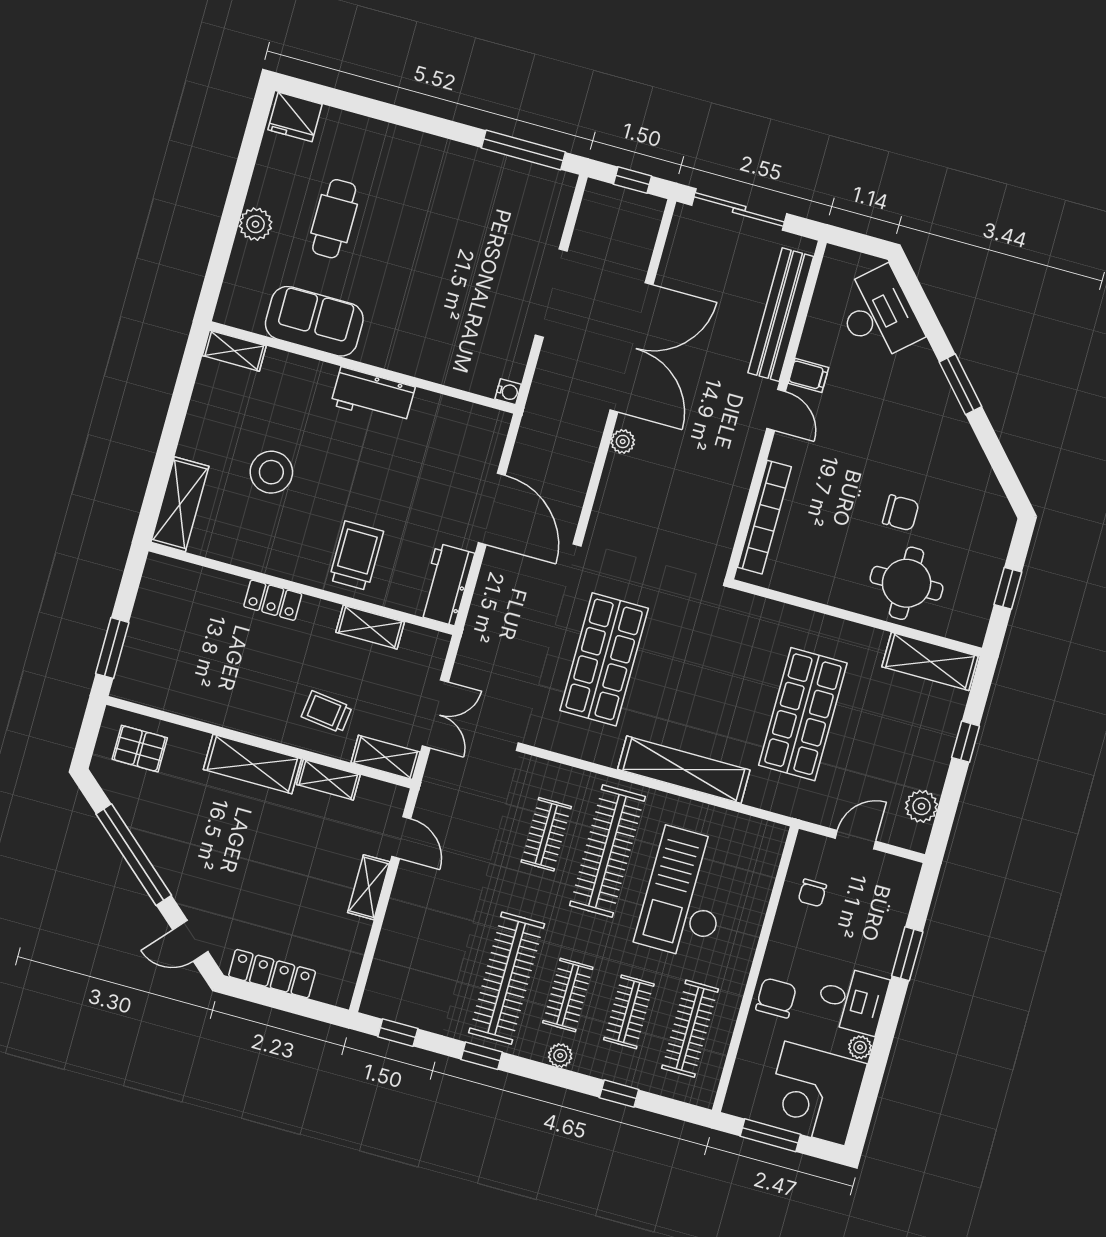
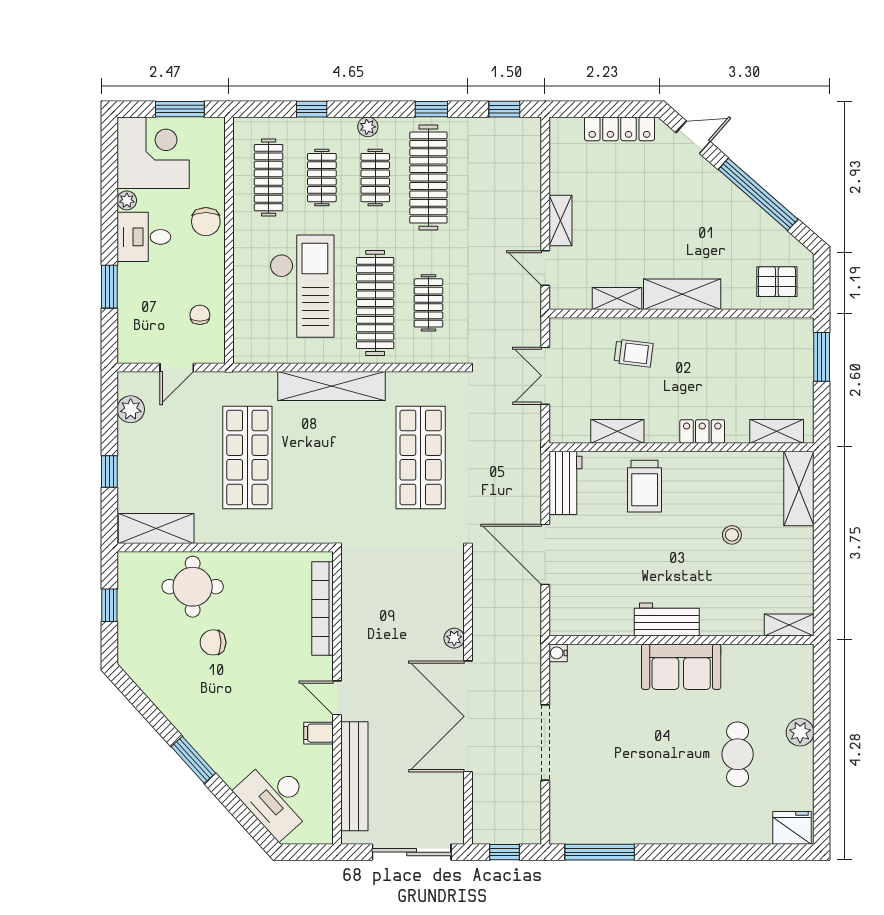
sofa: (314, 321) -> (681, 667), moved
stool: (271, 472) -> (732, 535), width x0.53, depth x0.53
shelving: (386, 757) -> (777, 431), moved

